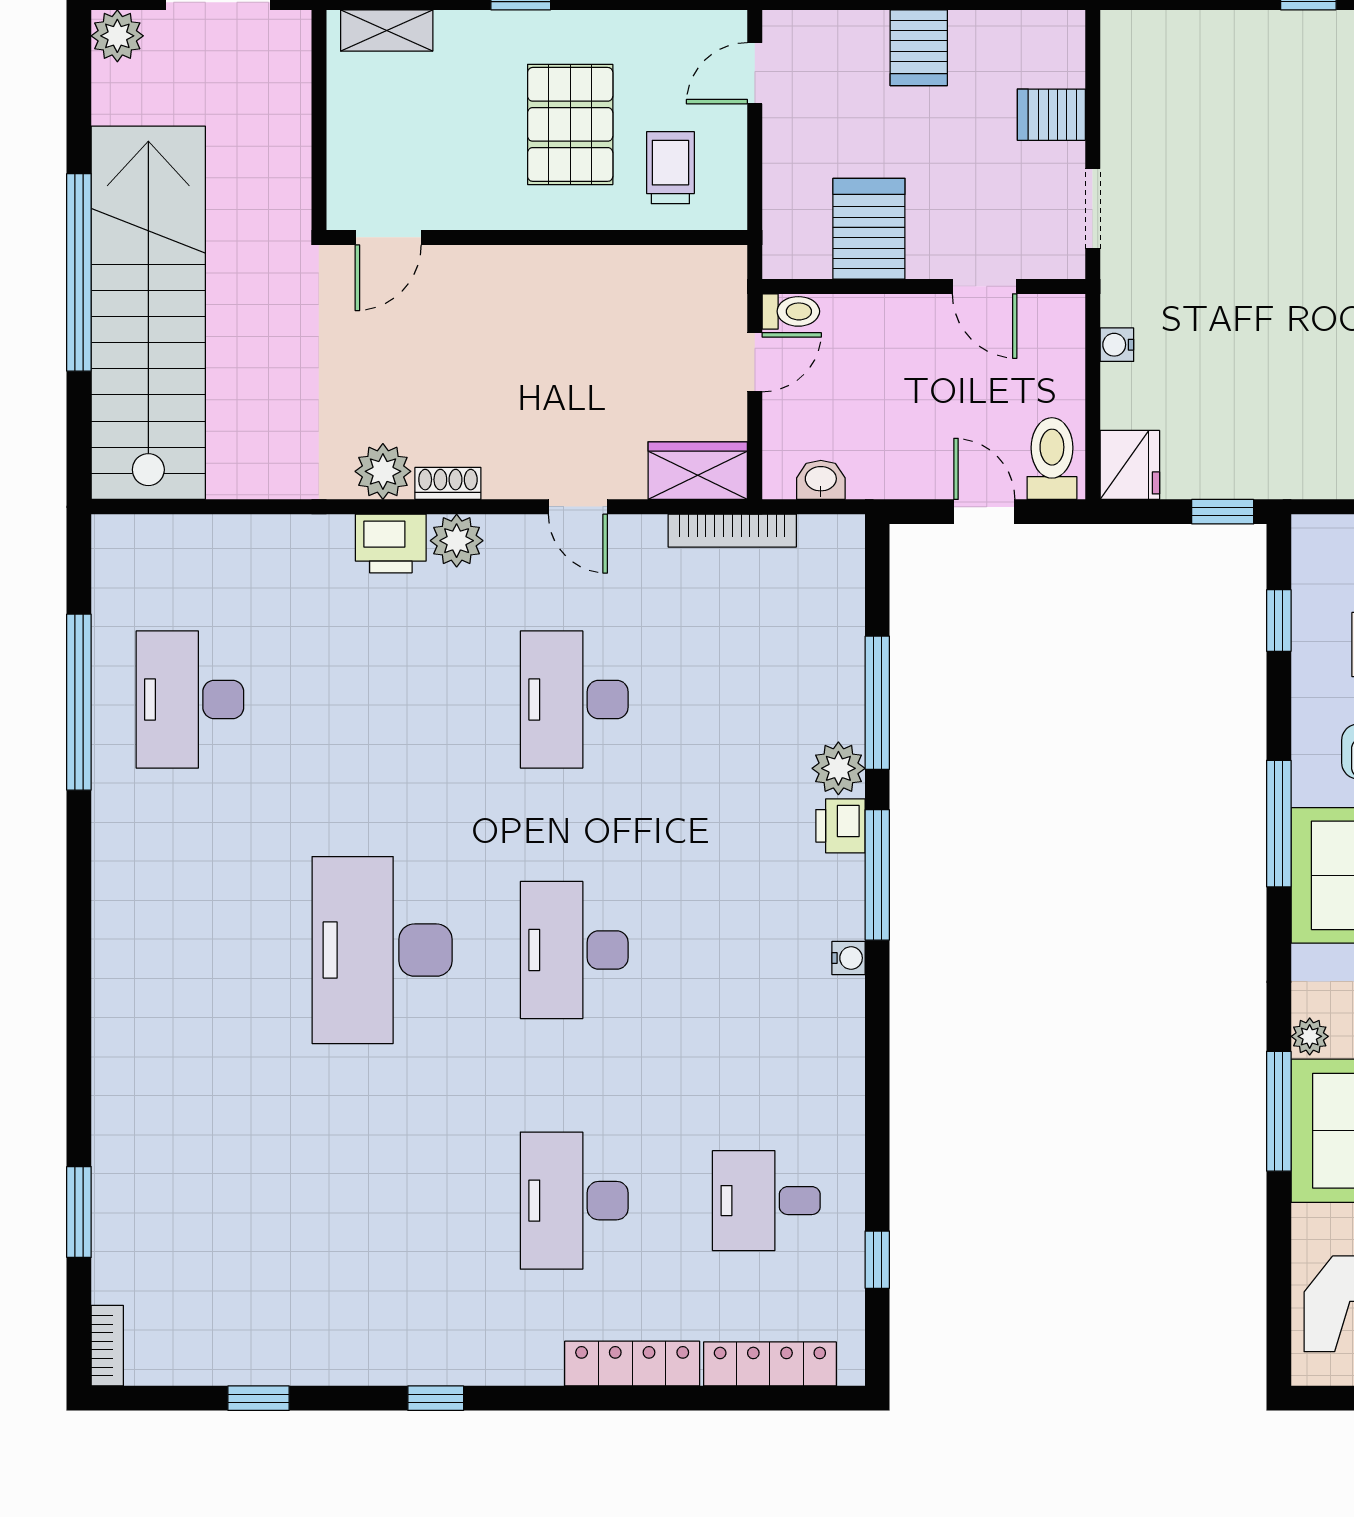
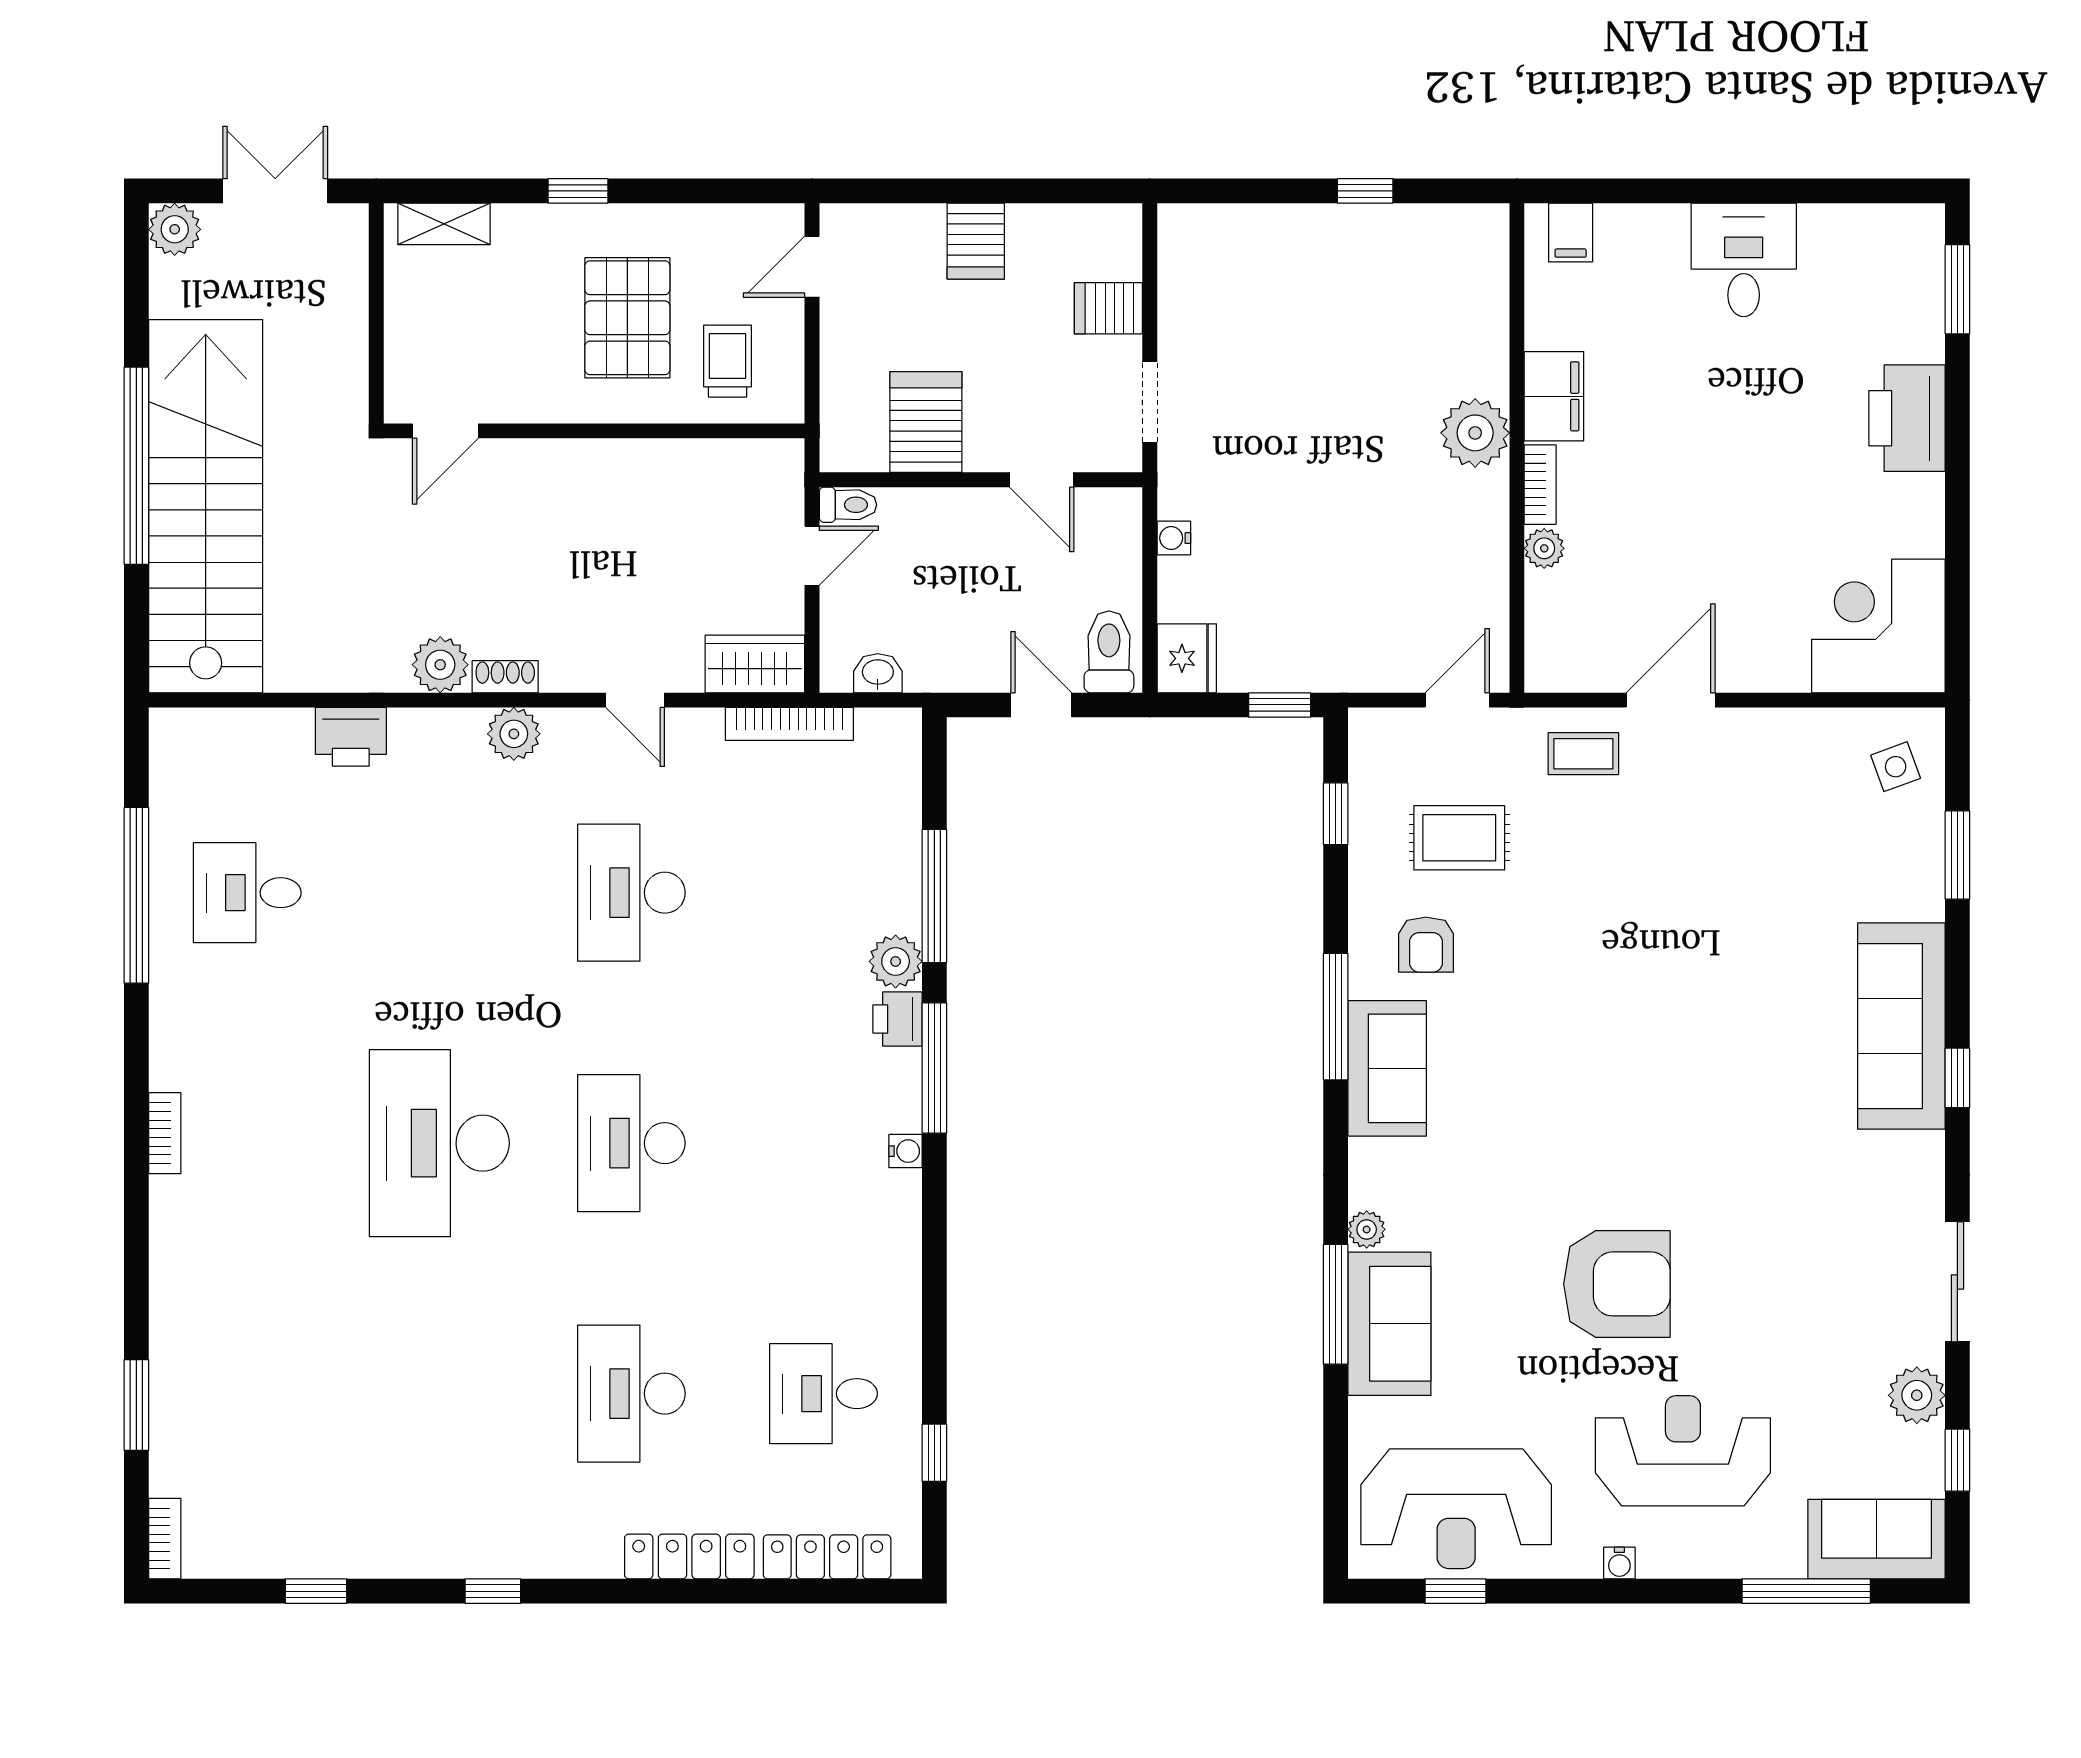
printer: (391, 544) -> (351, 737), moved
desk: (190, 699) -> (247, 893), width x0.73
bookcase: (107, 940) -> (165, 1133), added

